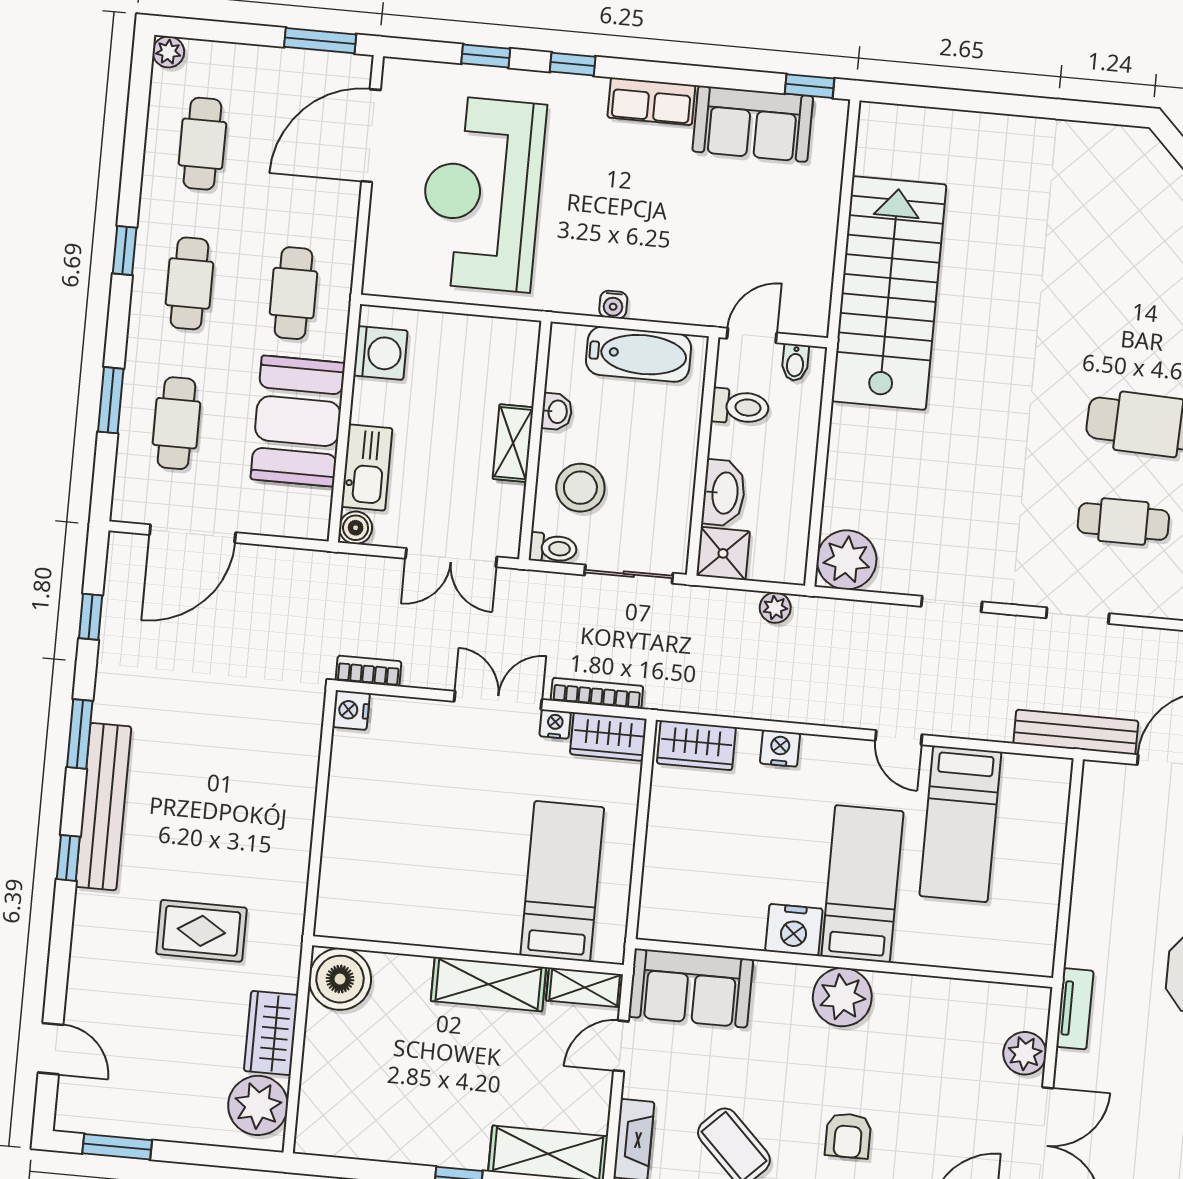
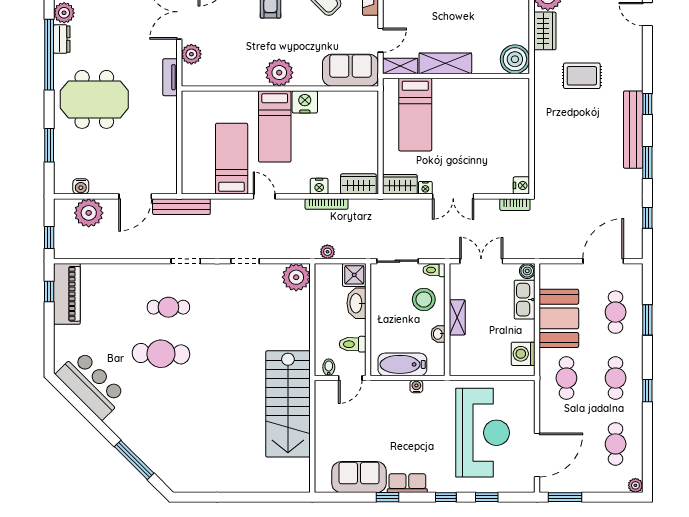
window: (809, 86) -> (388, 497), moved
bookcase: (597, 693) -> (327, 204), moved

